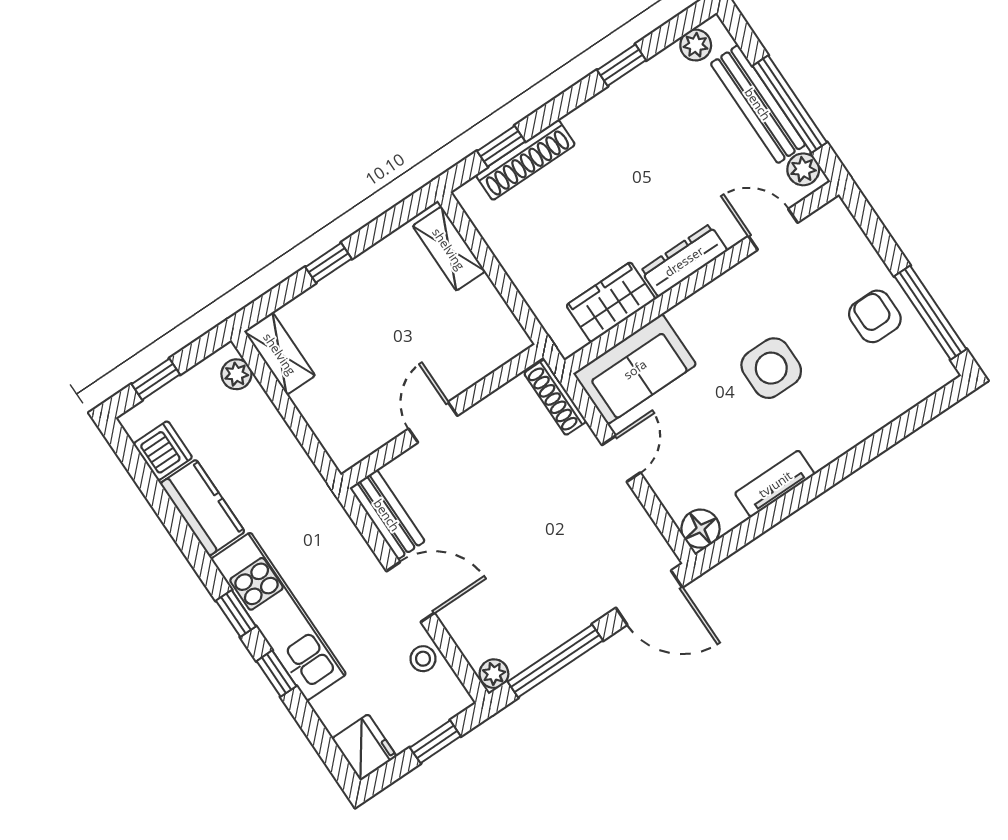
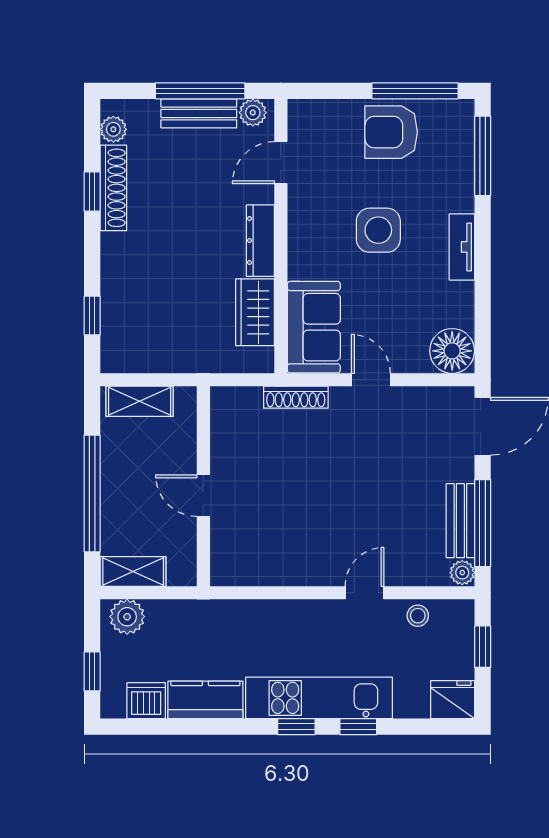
bench: (758, 104) -> (199, 113), width x0.73
shoe rack: (525, 160) -> (113, 188), moved
window: (328, 263) -> (92, 494), width x3.17
armchair: (875, 316) -> (391, 132), width x1.38, depth x1.38
plant: (236, 374) -> (127, 617), width x1.38, depth x1.38
wall: (442, 416) -> (203, 486), moved
window: (912, 421) -> (483, 156), added
door: (433, 422) -> (203, 496), moved
tv unit: (775, 484) -> (462, 247), moved
bench: (387, 515) -> (460, 521), moved, turned 90
floor lamp: (700, 529) -> (452, 351), width x1.38, depth x1.38
door: (410, 592) -> (364, 593), width x0.73

